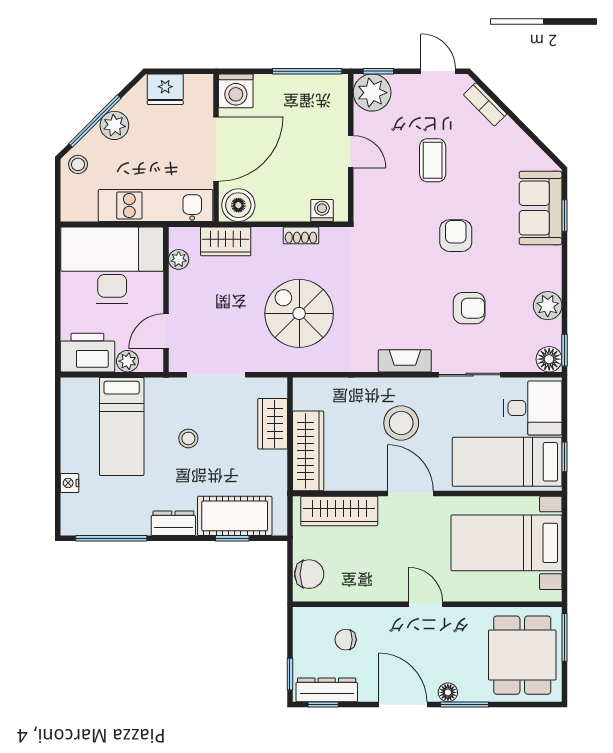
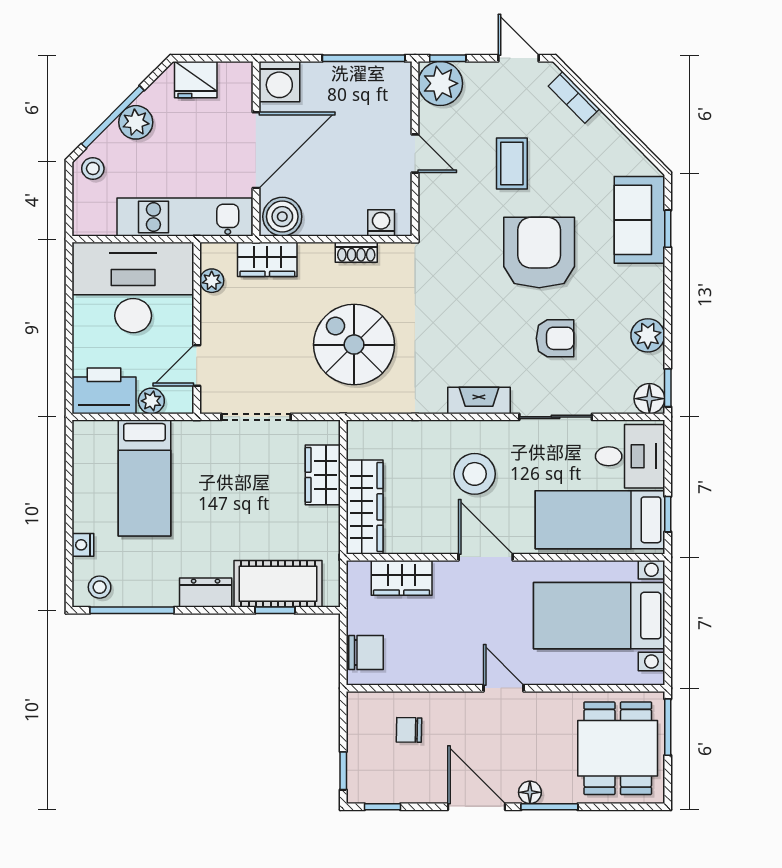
armchair: (456, 236) -> (539, 253), width x1.88, depth x1.88
stool: (188, 438) -> (100, 587), moved
wardrobe: (339, 511) -> (402, 578), width x0.67
dresser: (327, 690) -> (387, 789), removed

